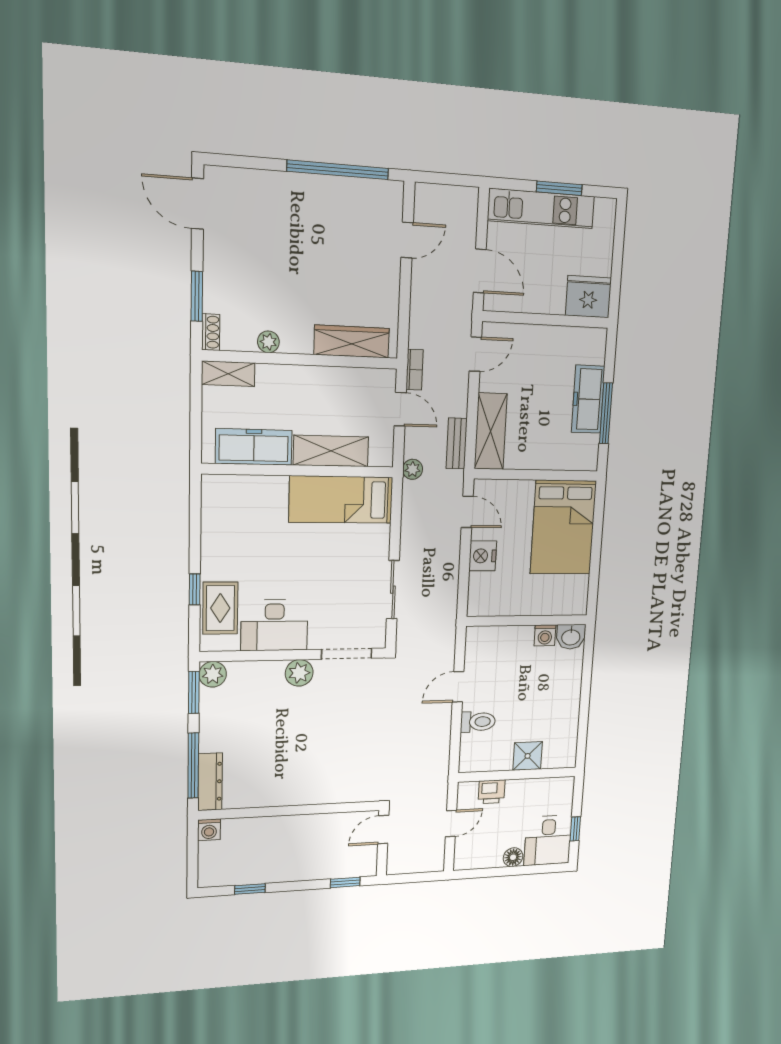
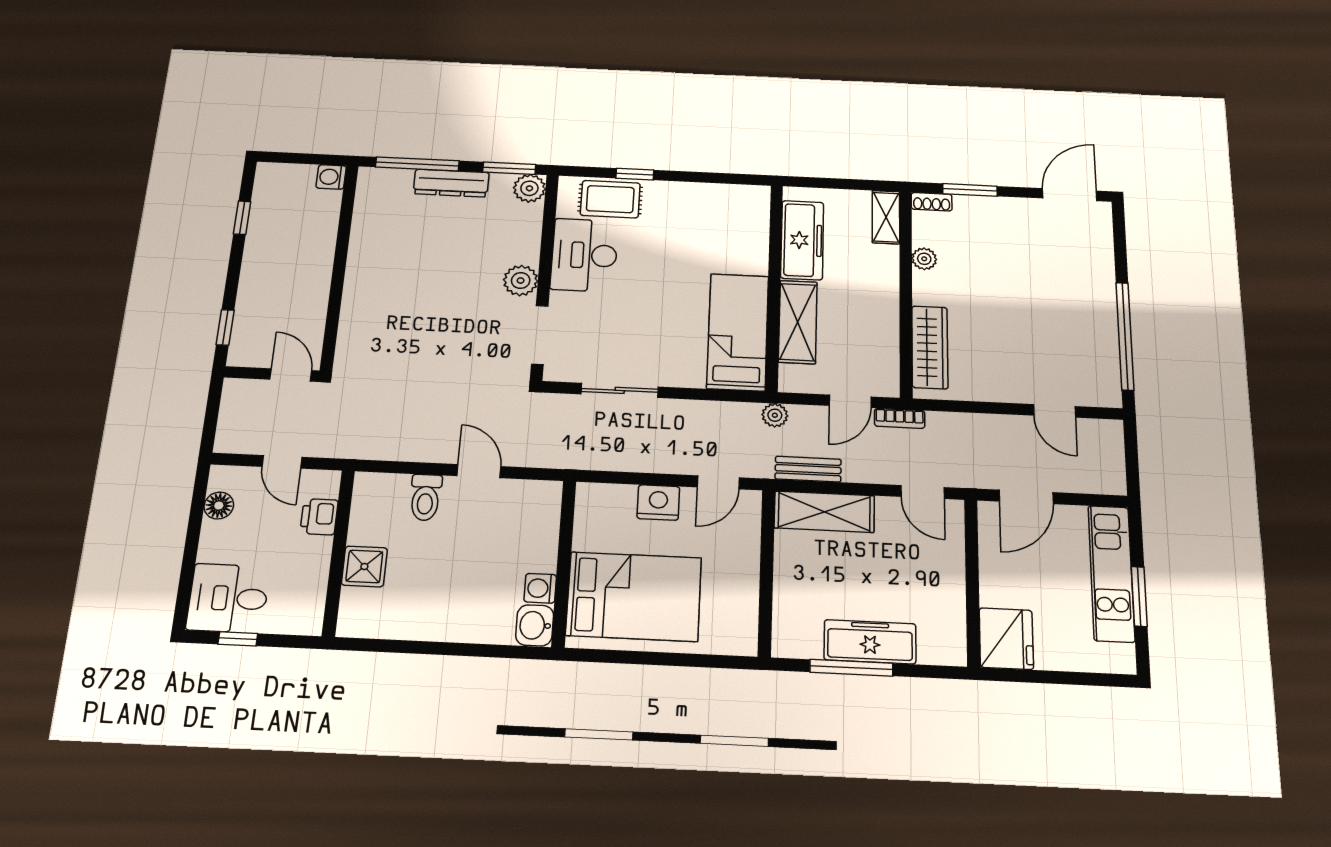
bed: (563, 527) -> (634, 596), moved, turned 180
dresser: (210, 782) -> (451, 183), moved
floor lamp: (513, 857) -> (219, 506), moved

